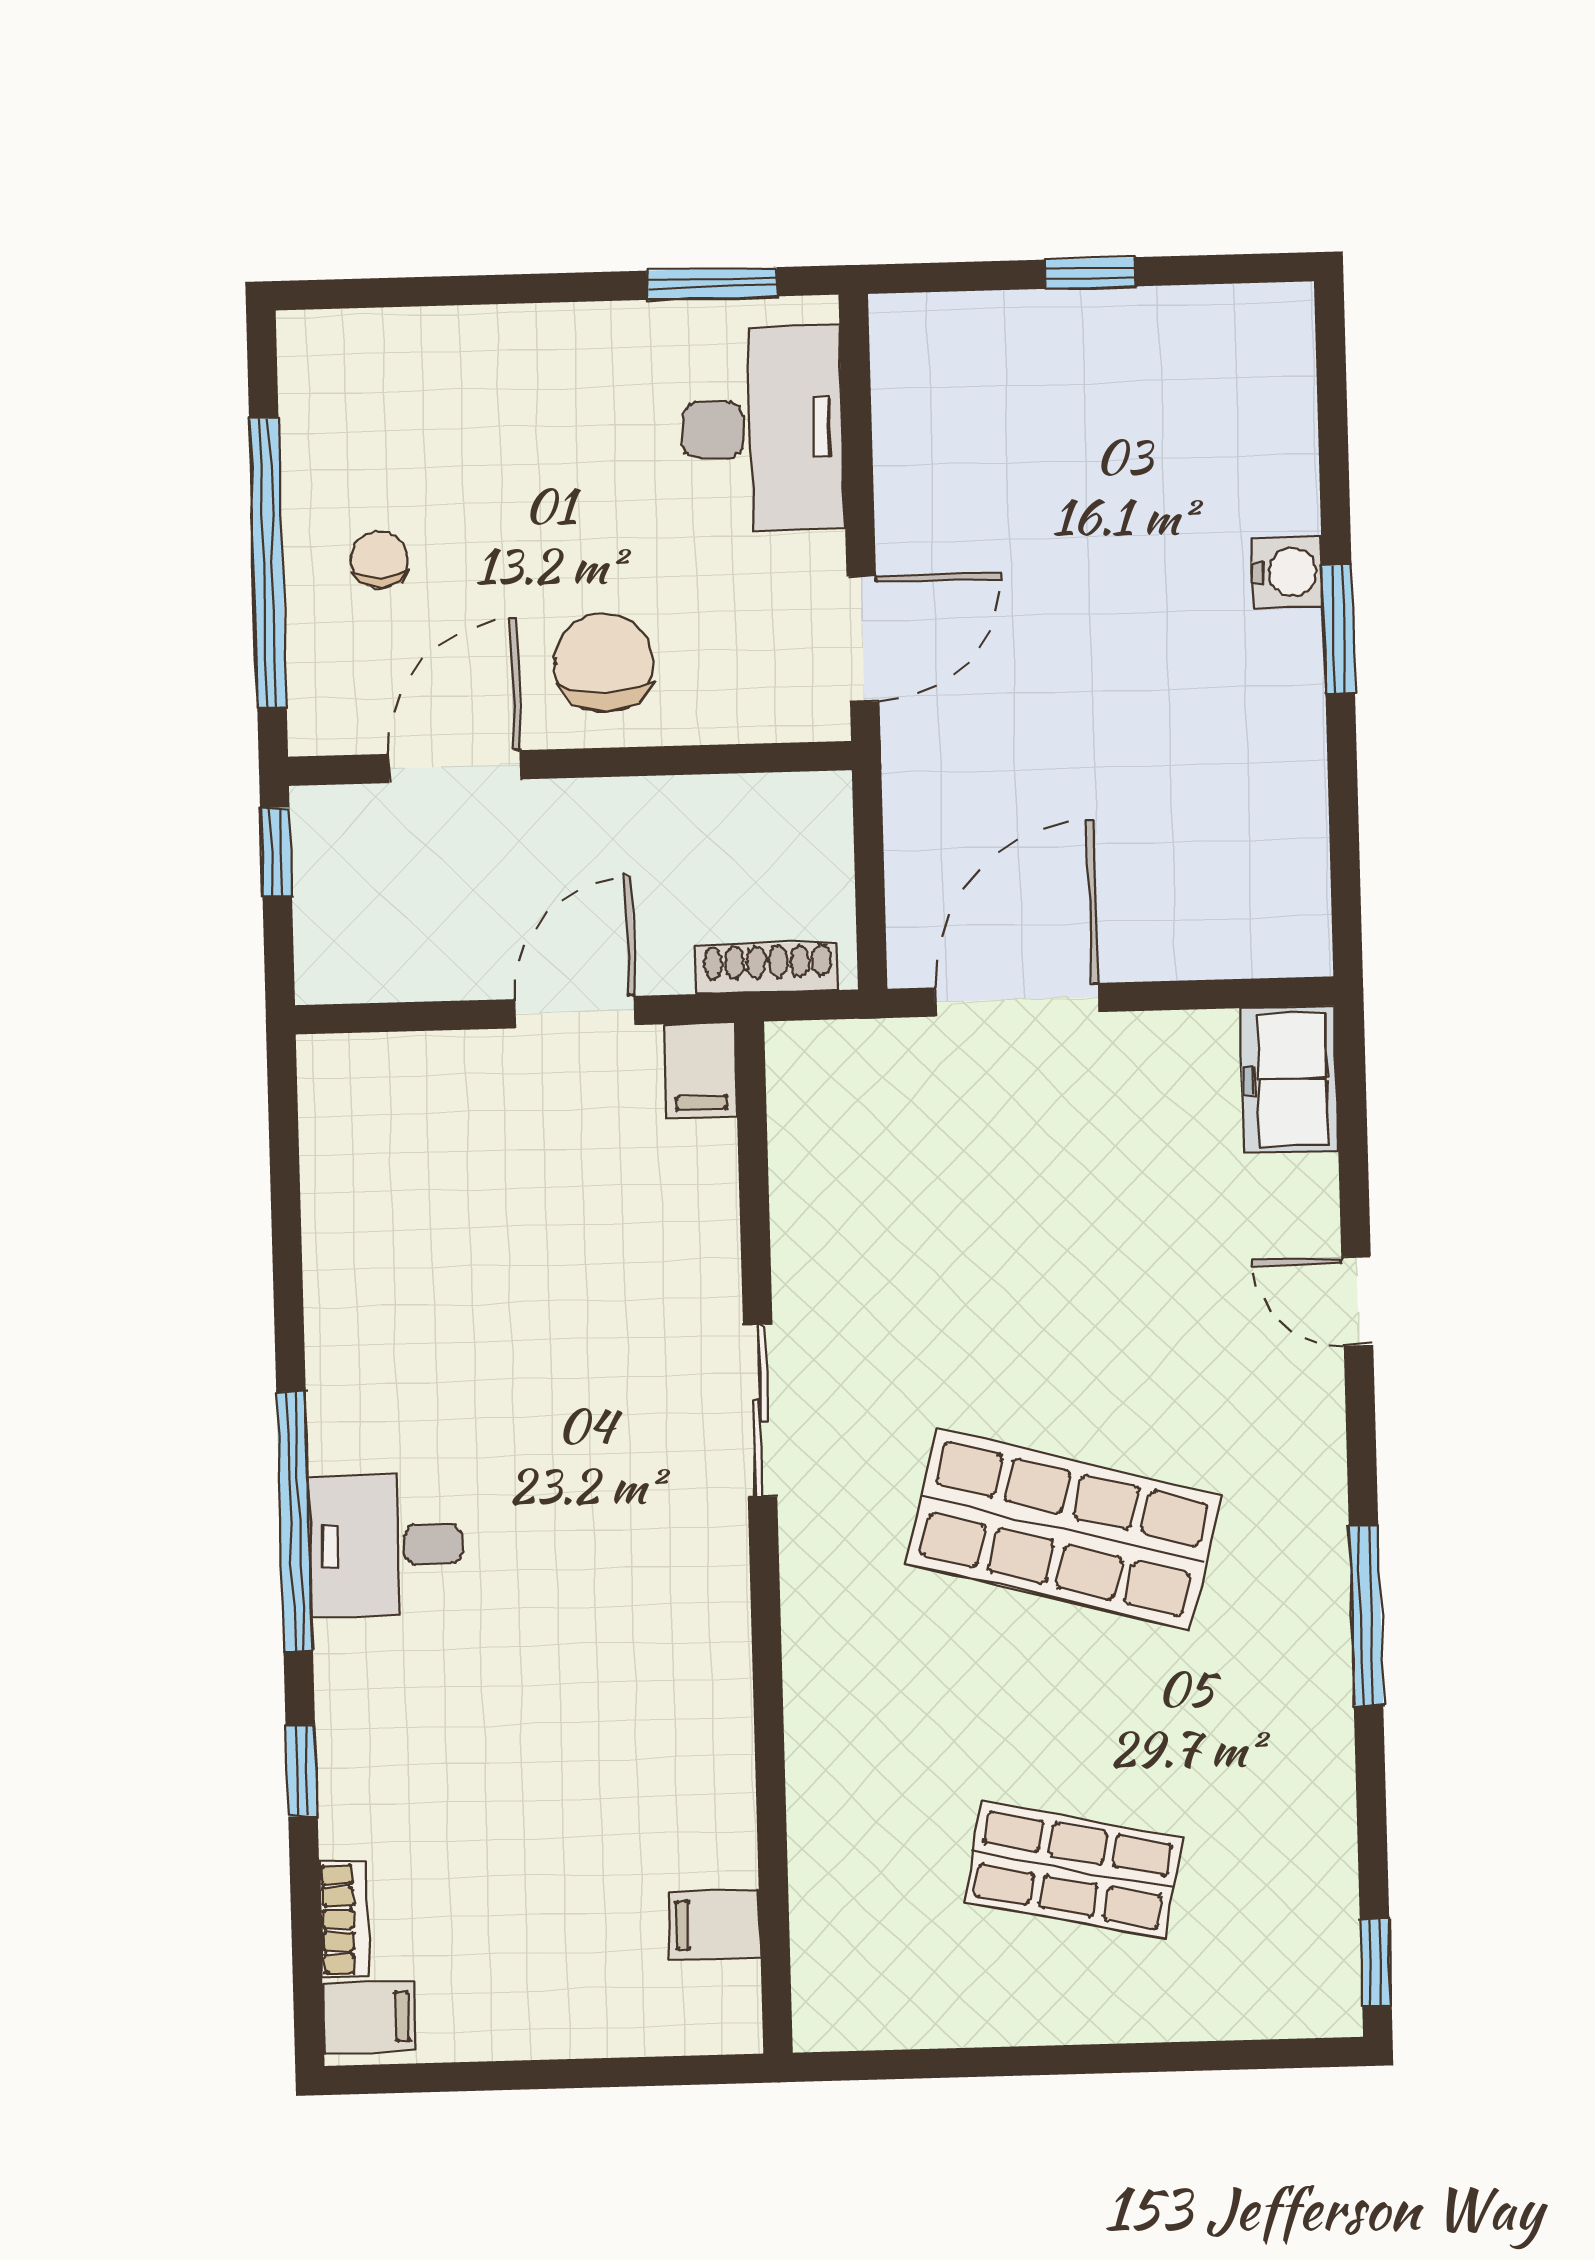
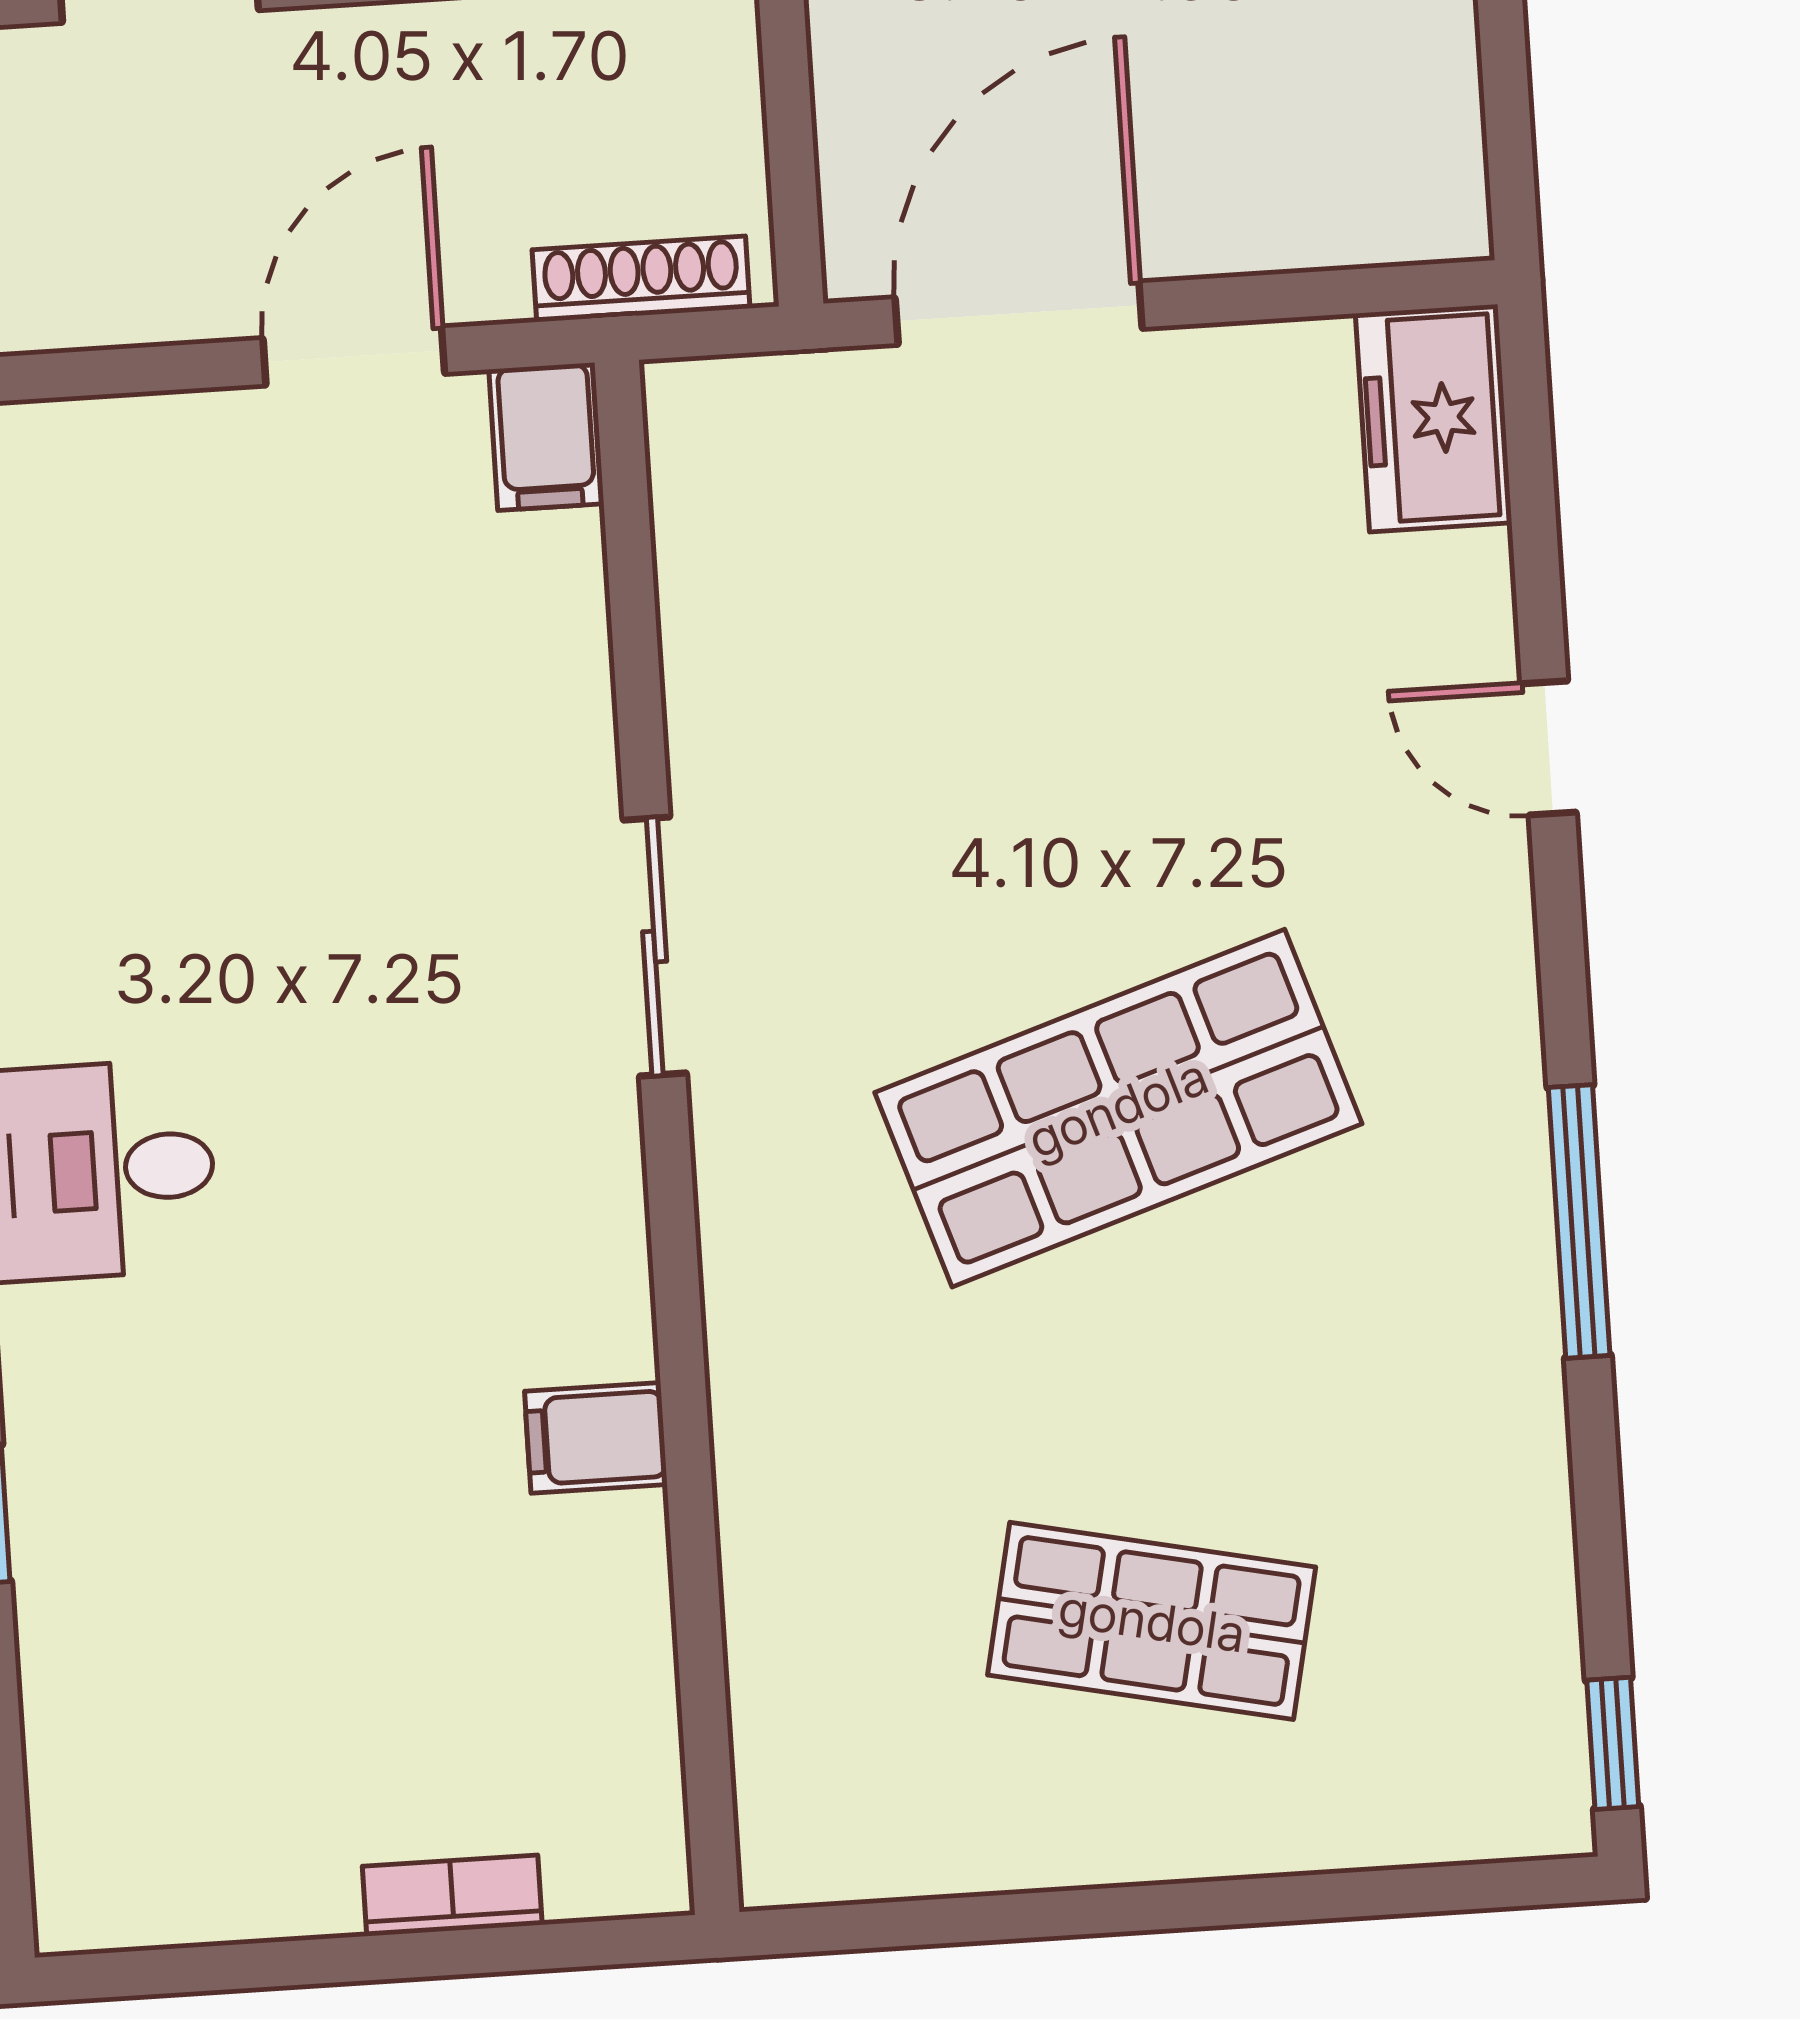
shop shelf: (1063, 1529) -> (1118, 1108), turned -33
bookcase: (344, 1919) -> (452, 1896), moved, turned -90
filing cabinet: (714, 1924) -> (596, 1438), moved
filing cabinet: (370, 2017) -> (100, 1882), removed

